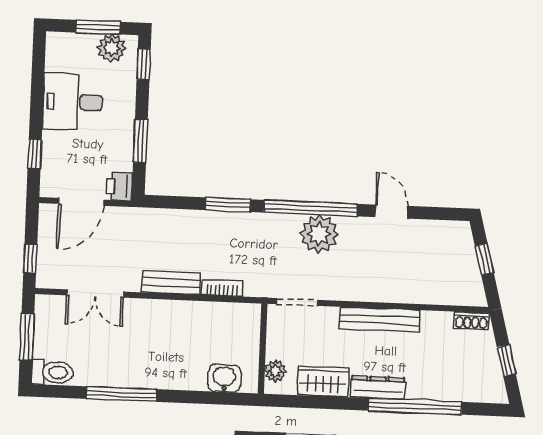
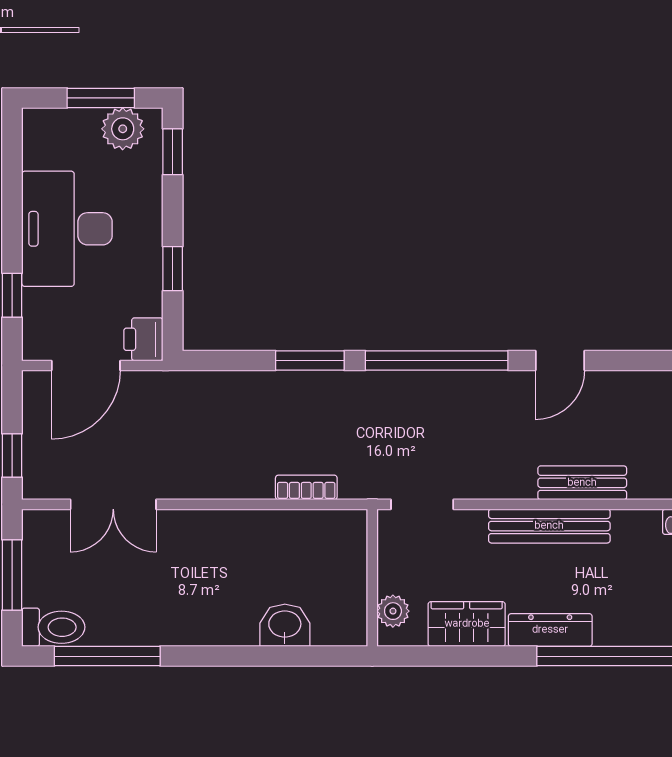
desk: (73, 102) -> (67, 229), width x1.37
window: (140, 141) -> (173, 269), width x0.67
door: (391, 212) -> (560, 360), swing flipped
plant: (319, 234) -> (451, 399), removed
bench: (171, 283) -> (582, 483), moved
washbasin: (224, 378) -> (285, 625), moved
window: (122, 394) -> (107, 656), moved

